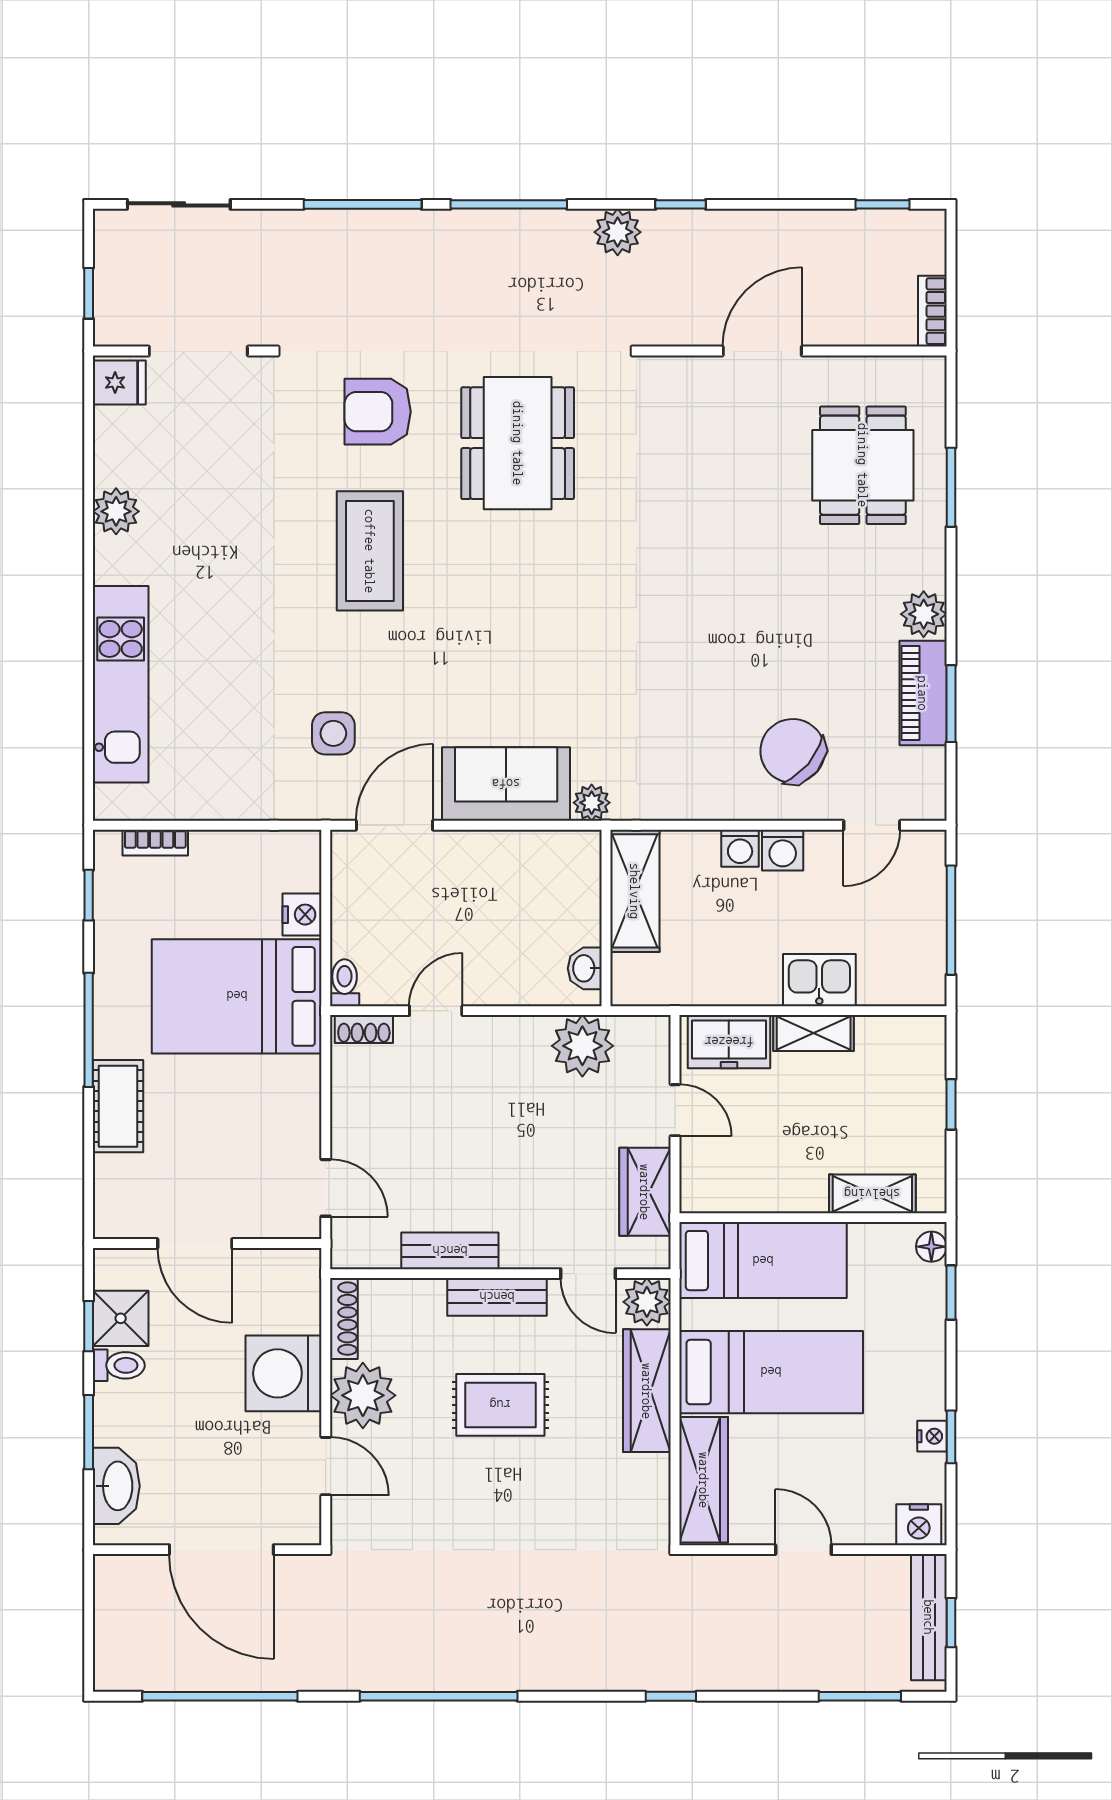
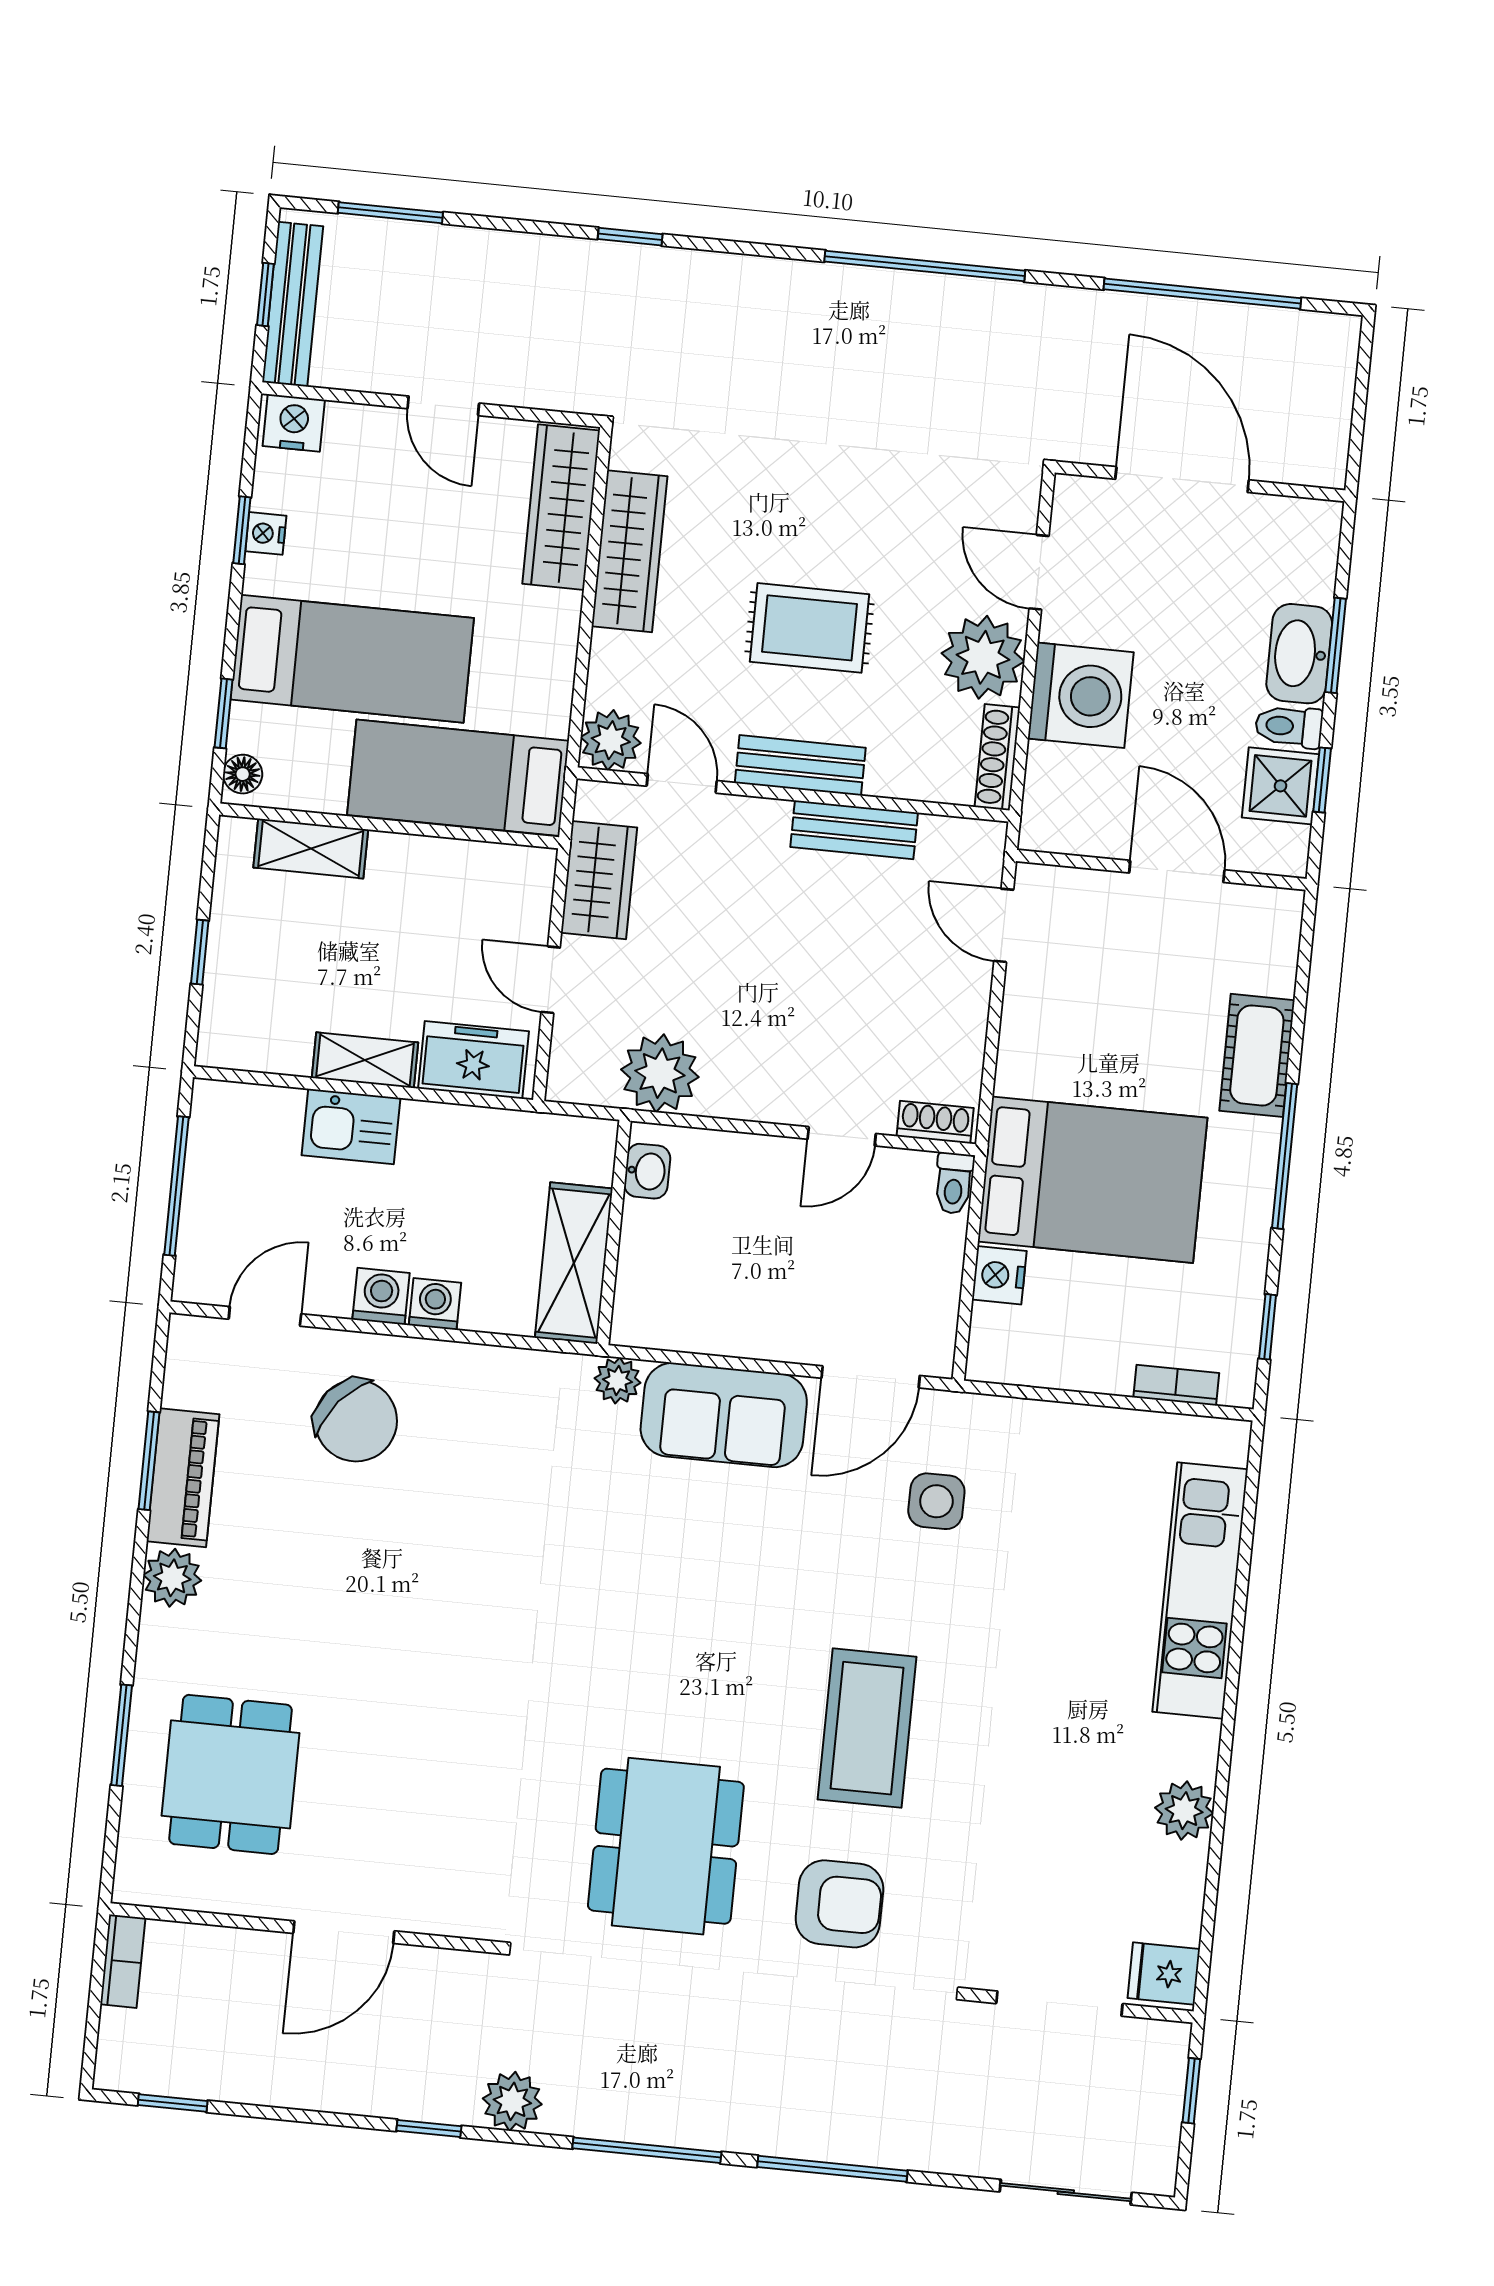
bed: (771, 1372) -> (352, 659), moved, turned 180
wardrobe: (647, 1391) -> (629, 551), moved
washbasin: (116, 1486) -> (1299, 654), moved

